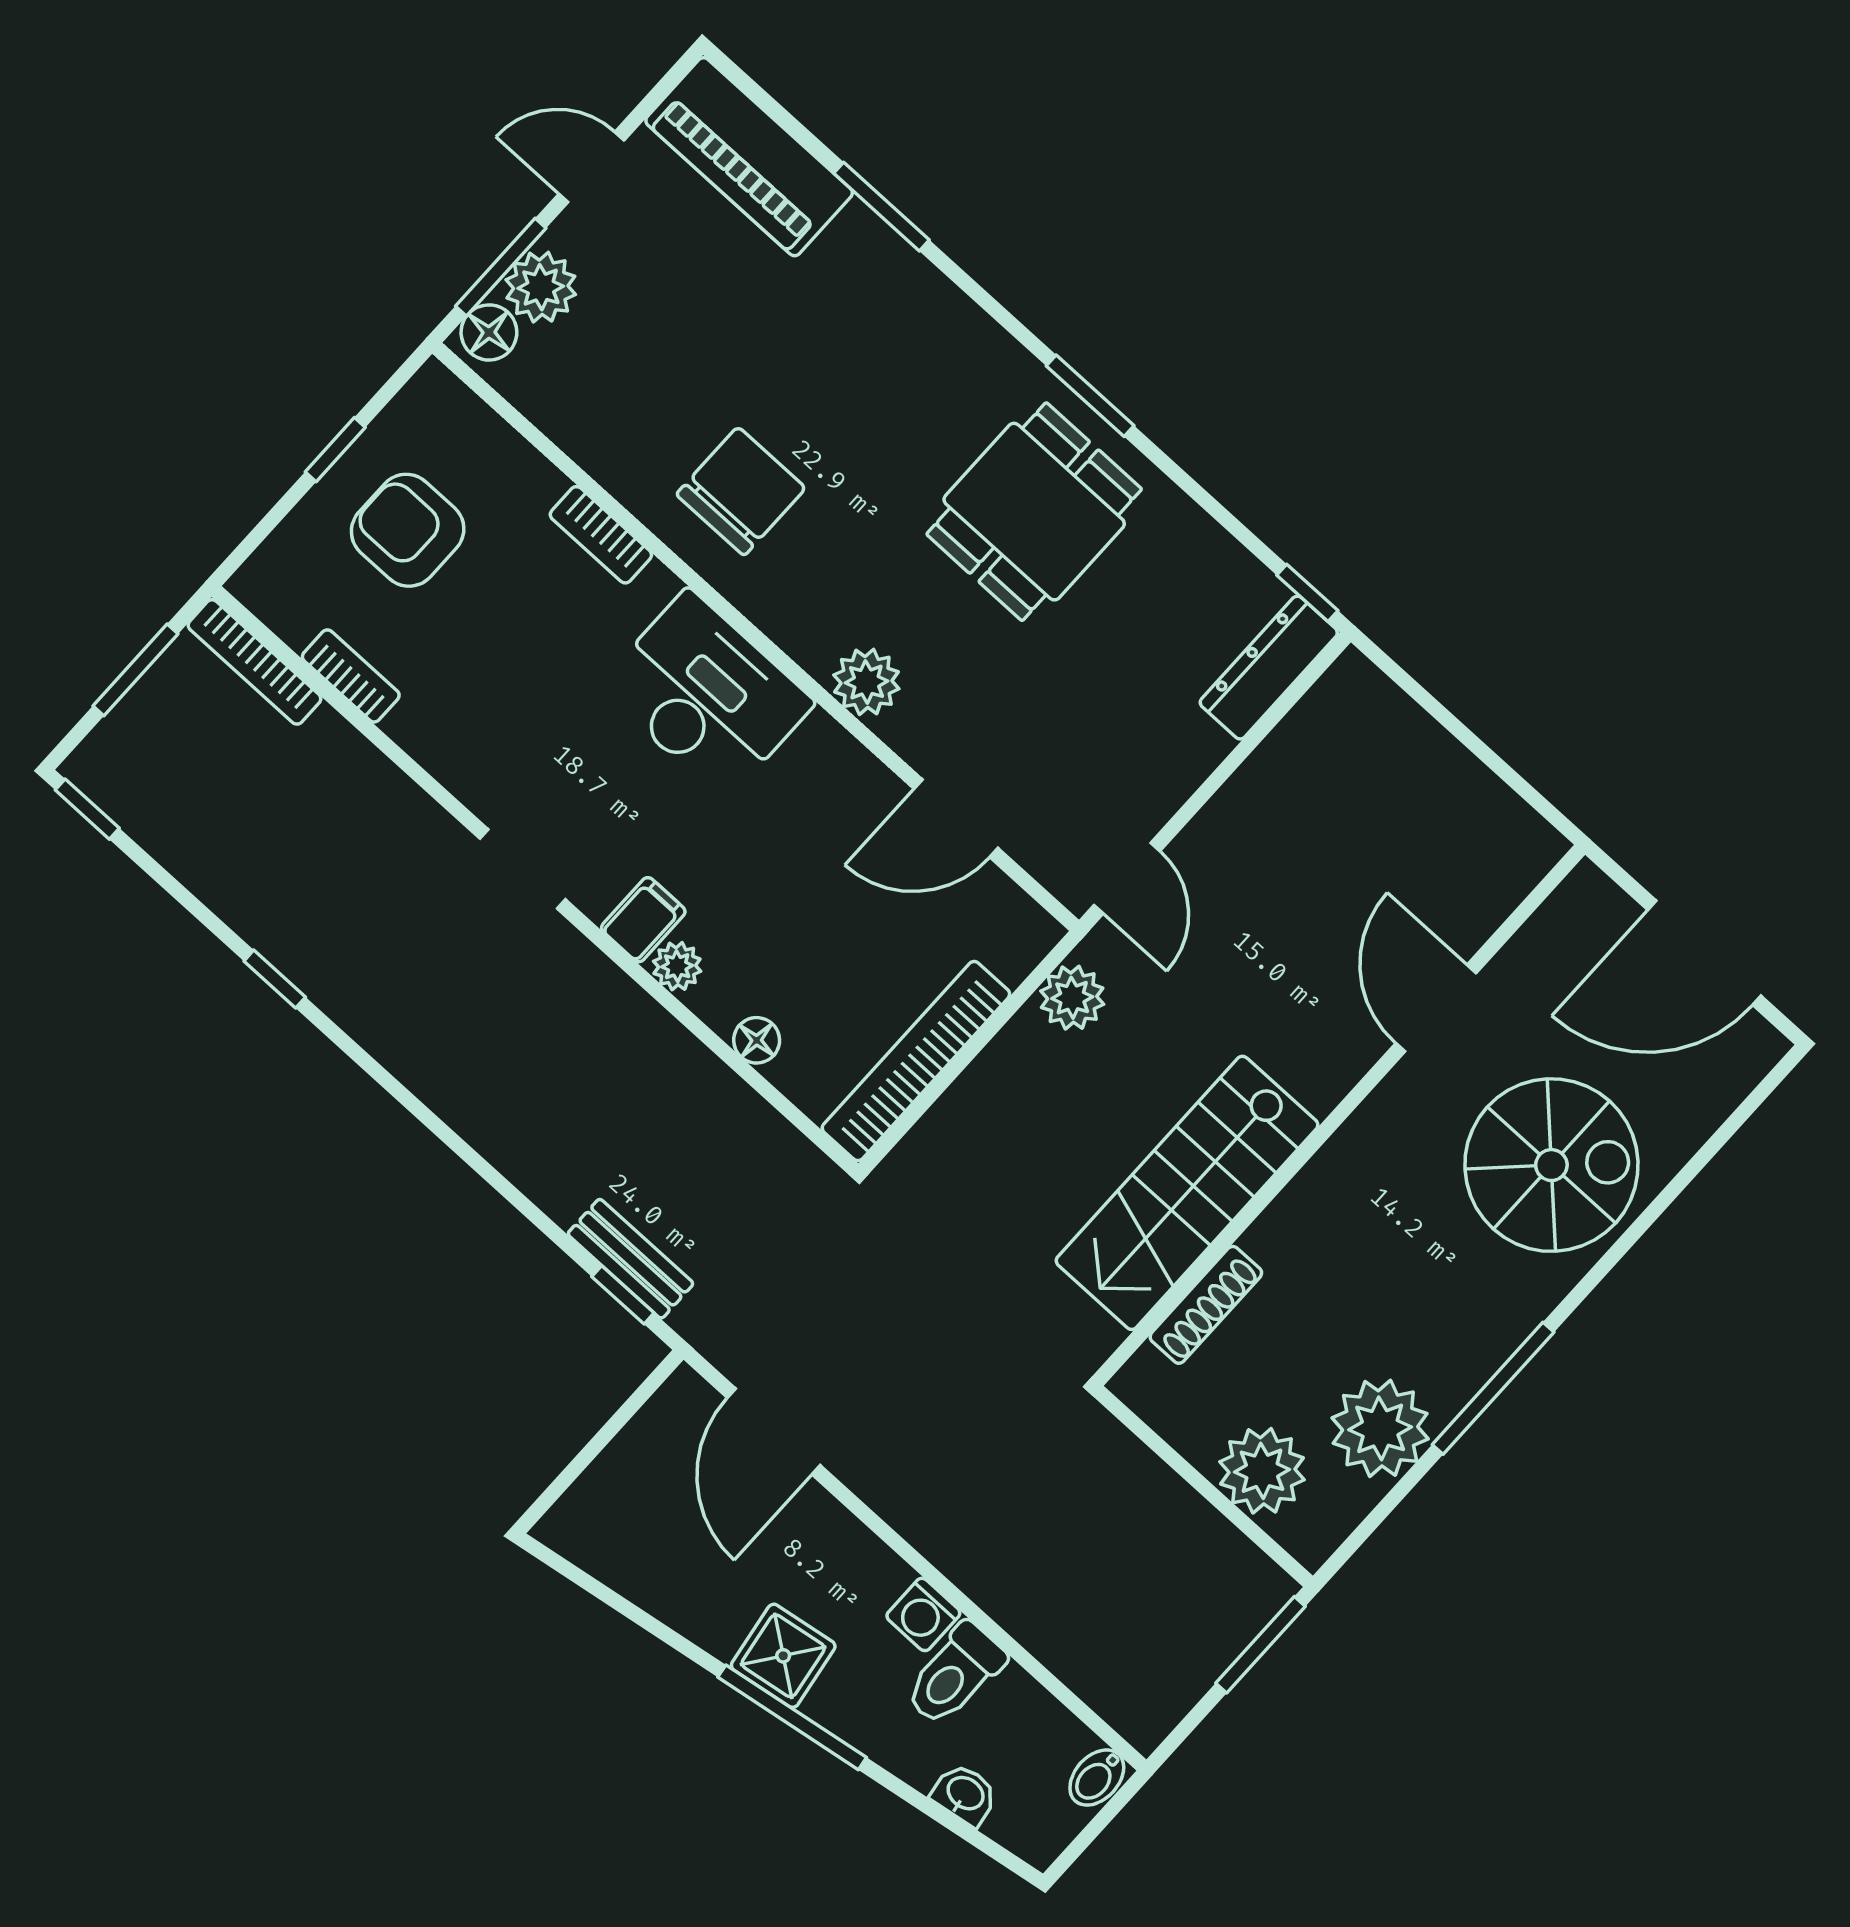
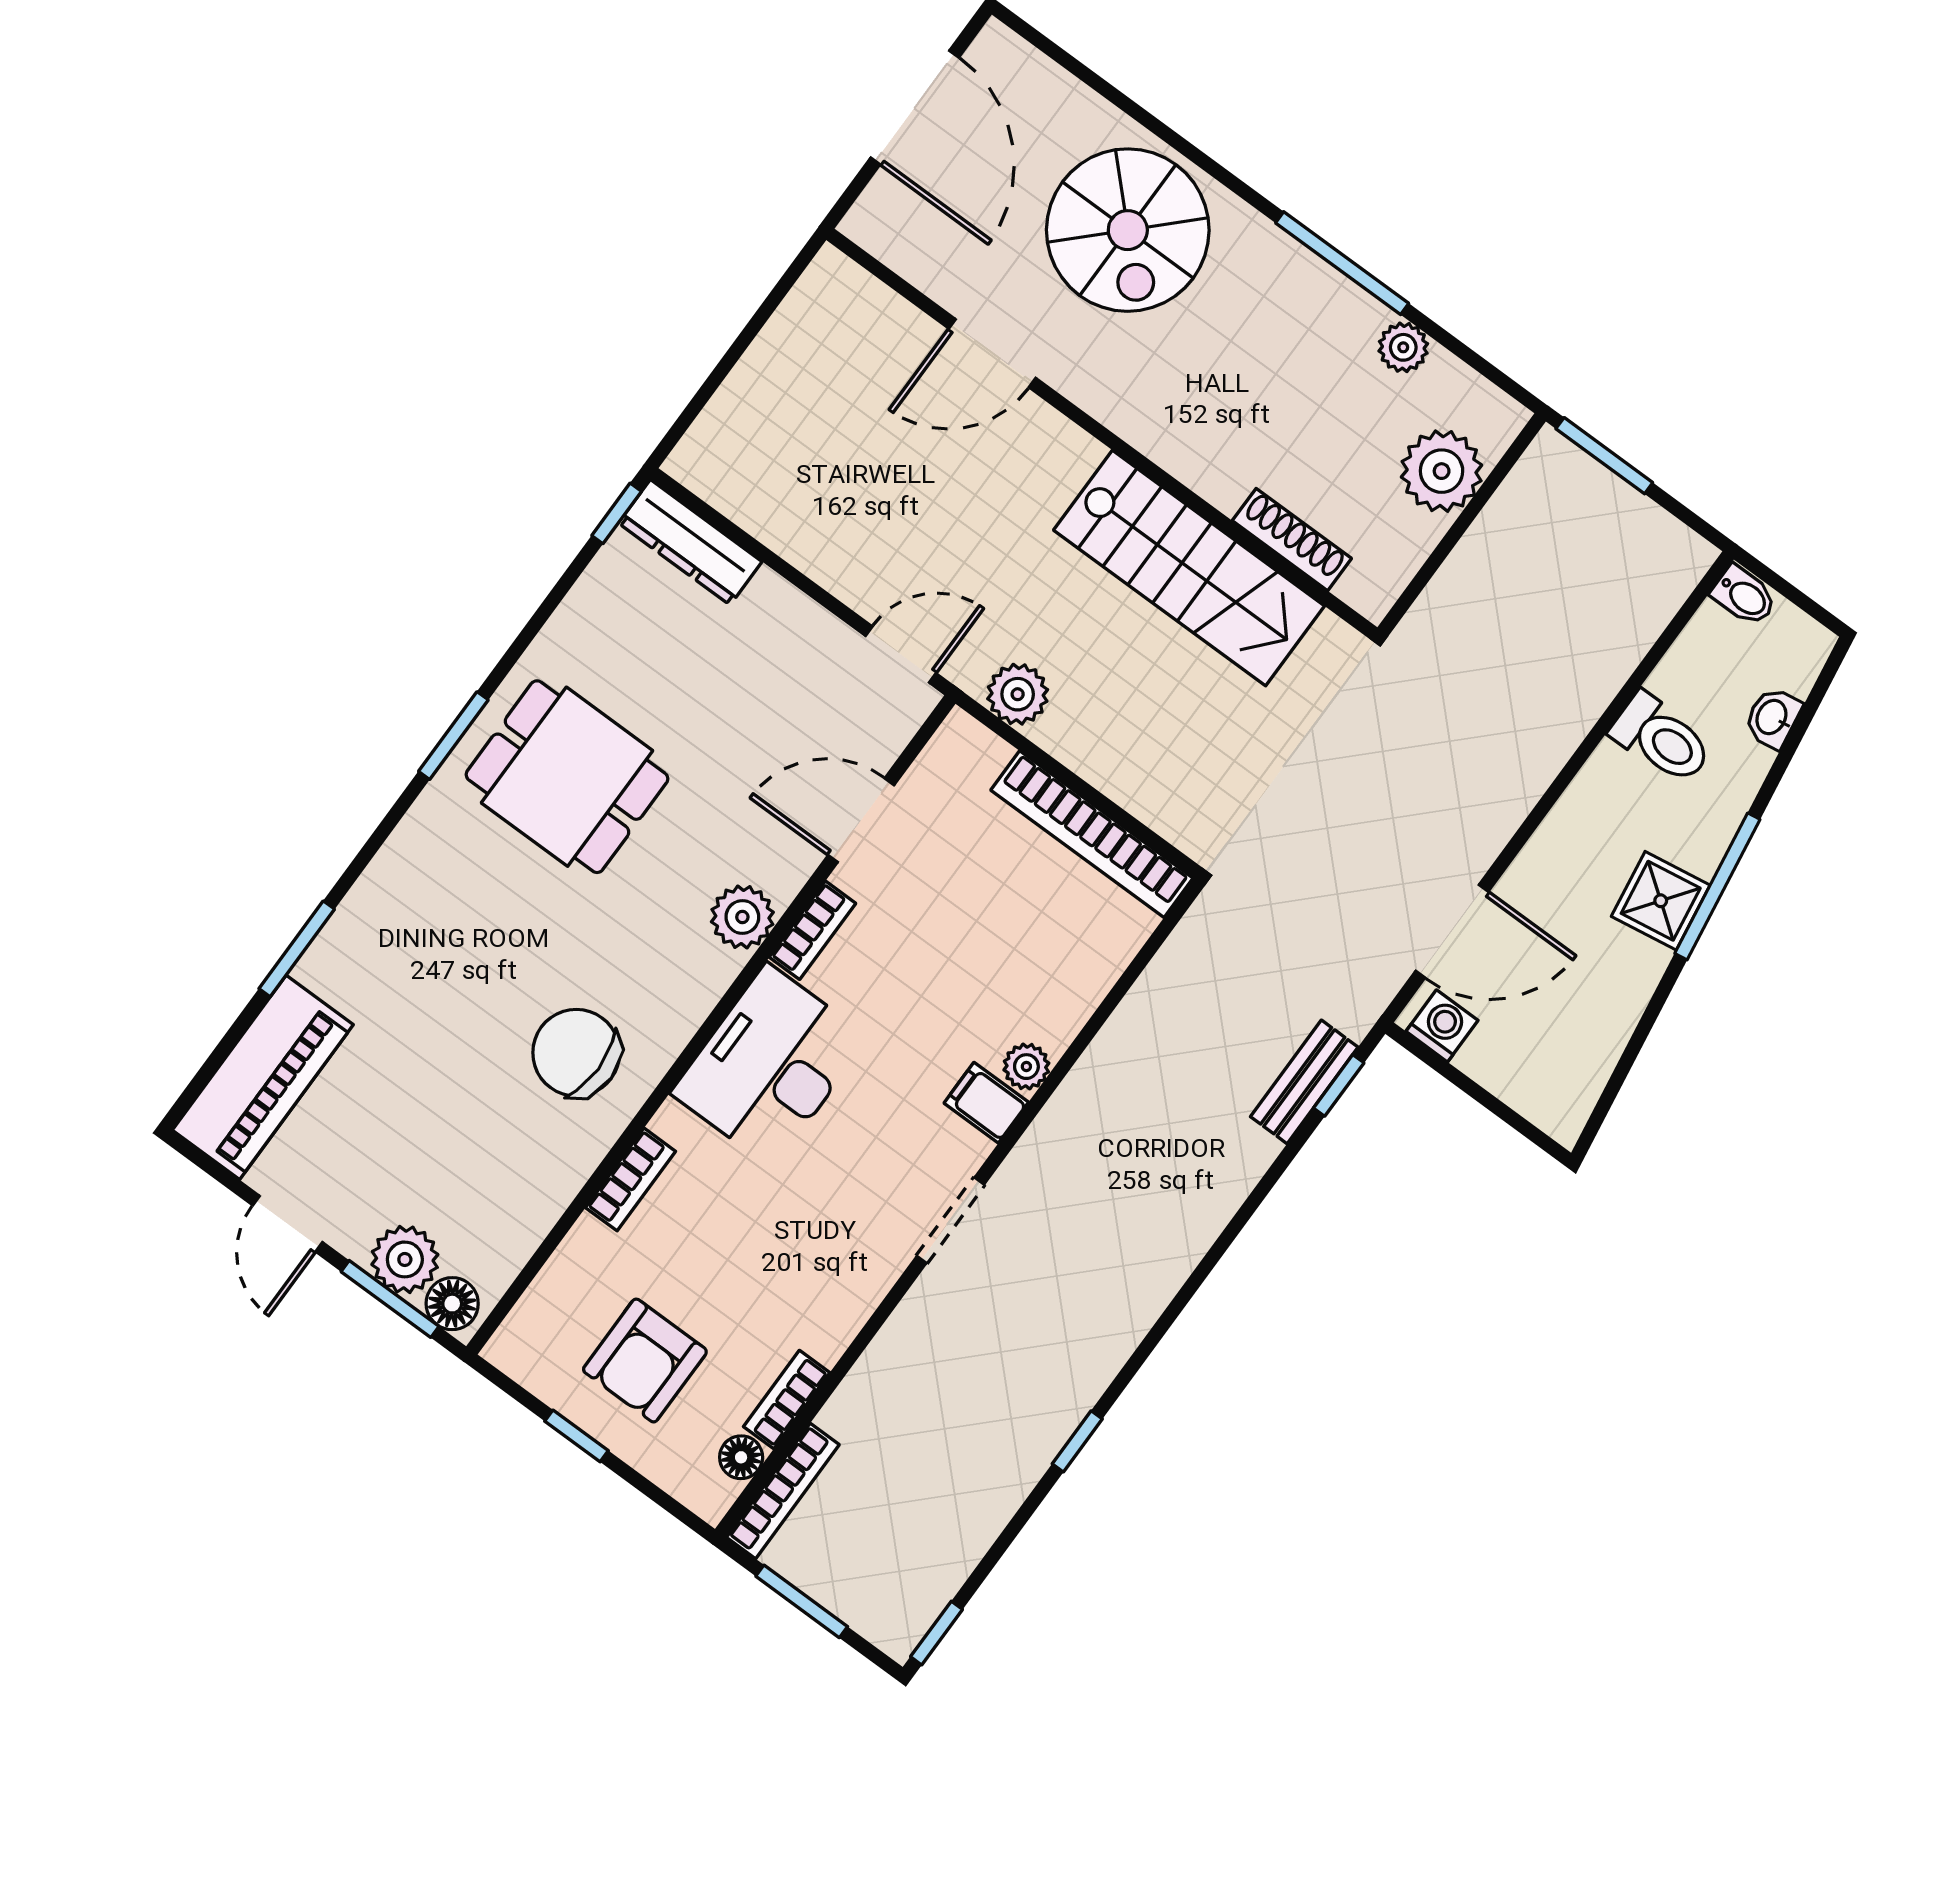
bookcase: (845, 755) -> (813, 930), added
door: (956, 818) -> (861, 820), swing flipped
floor lamp: (757, 1040) -> (741, 1457), moved
spiral stairs: (1551, 1165) -> (1128, 230), turned 180
plant: (1380, 1428) -> (1403, 347), width x0.53, depth x0.53
washing machine: (923, 1614) -> (1442, 1026), moved, turned -90

